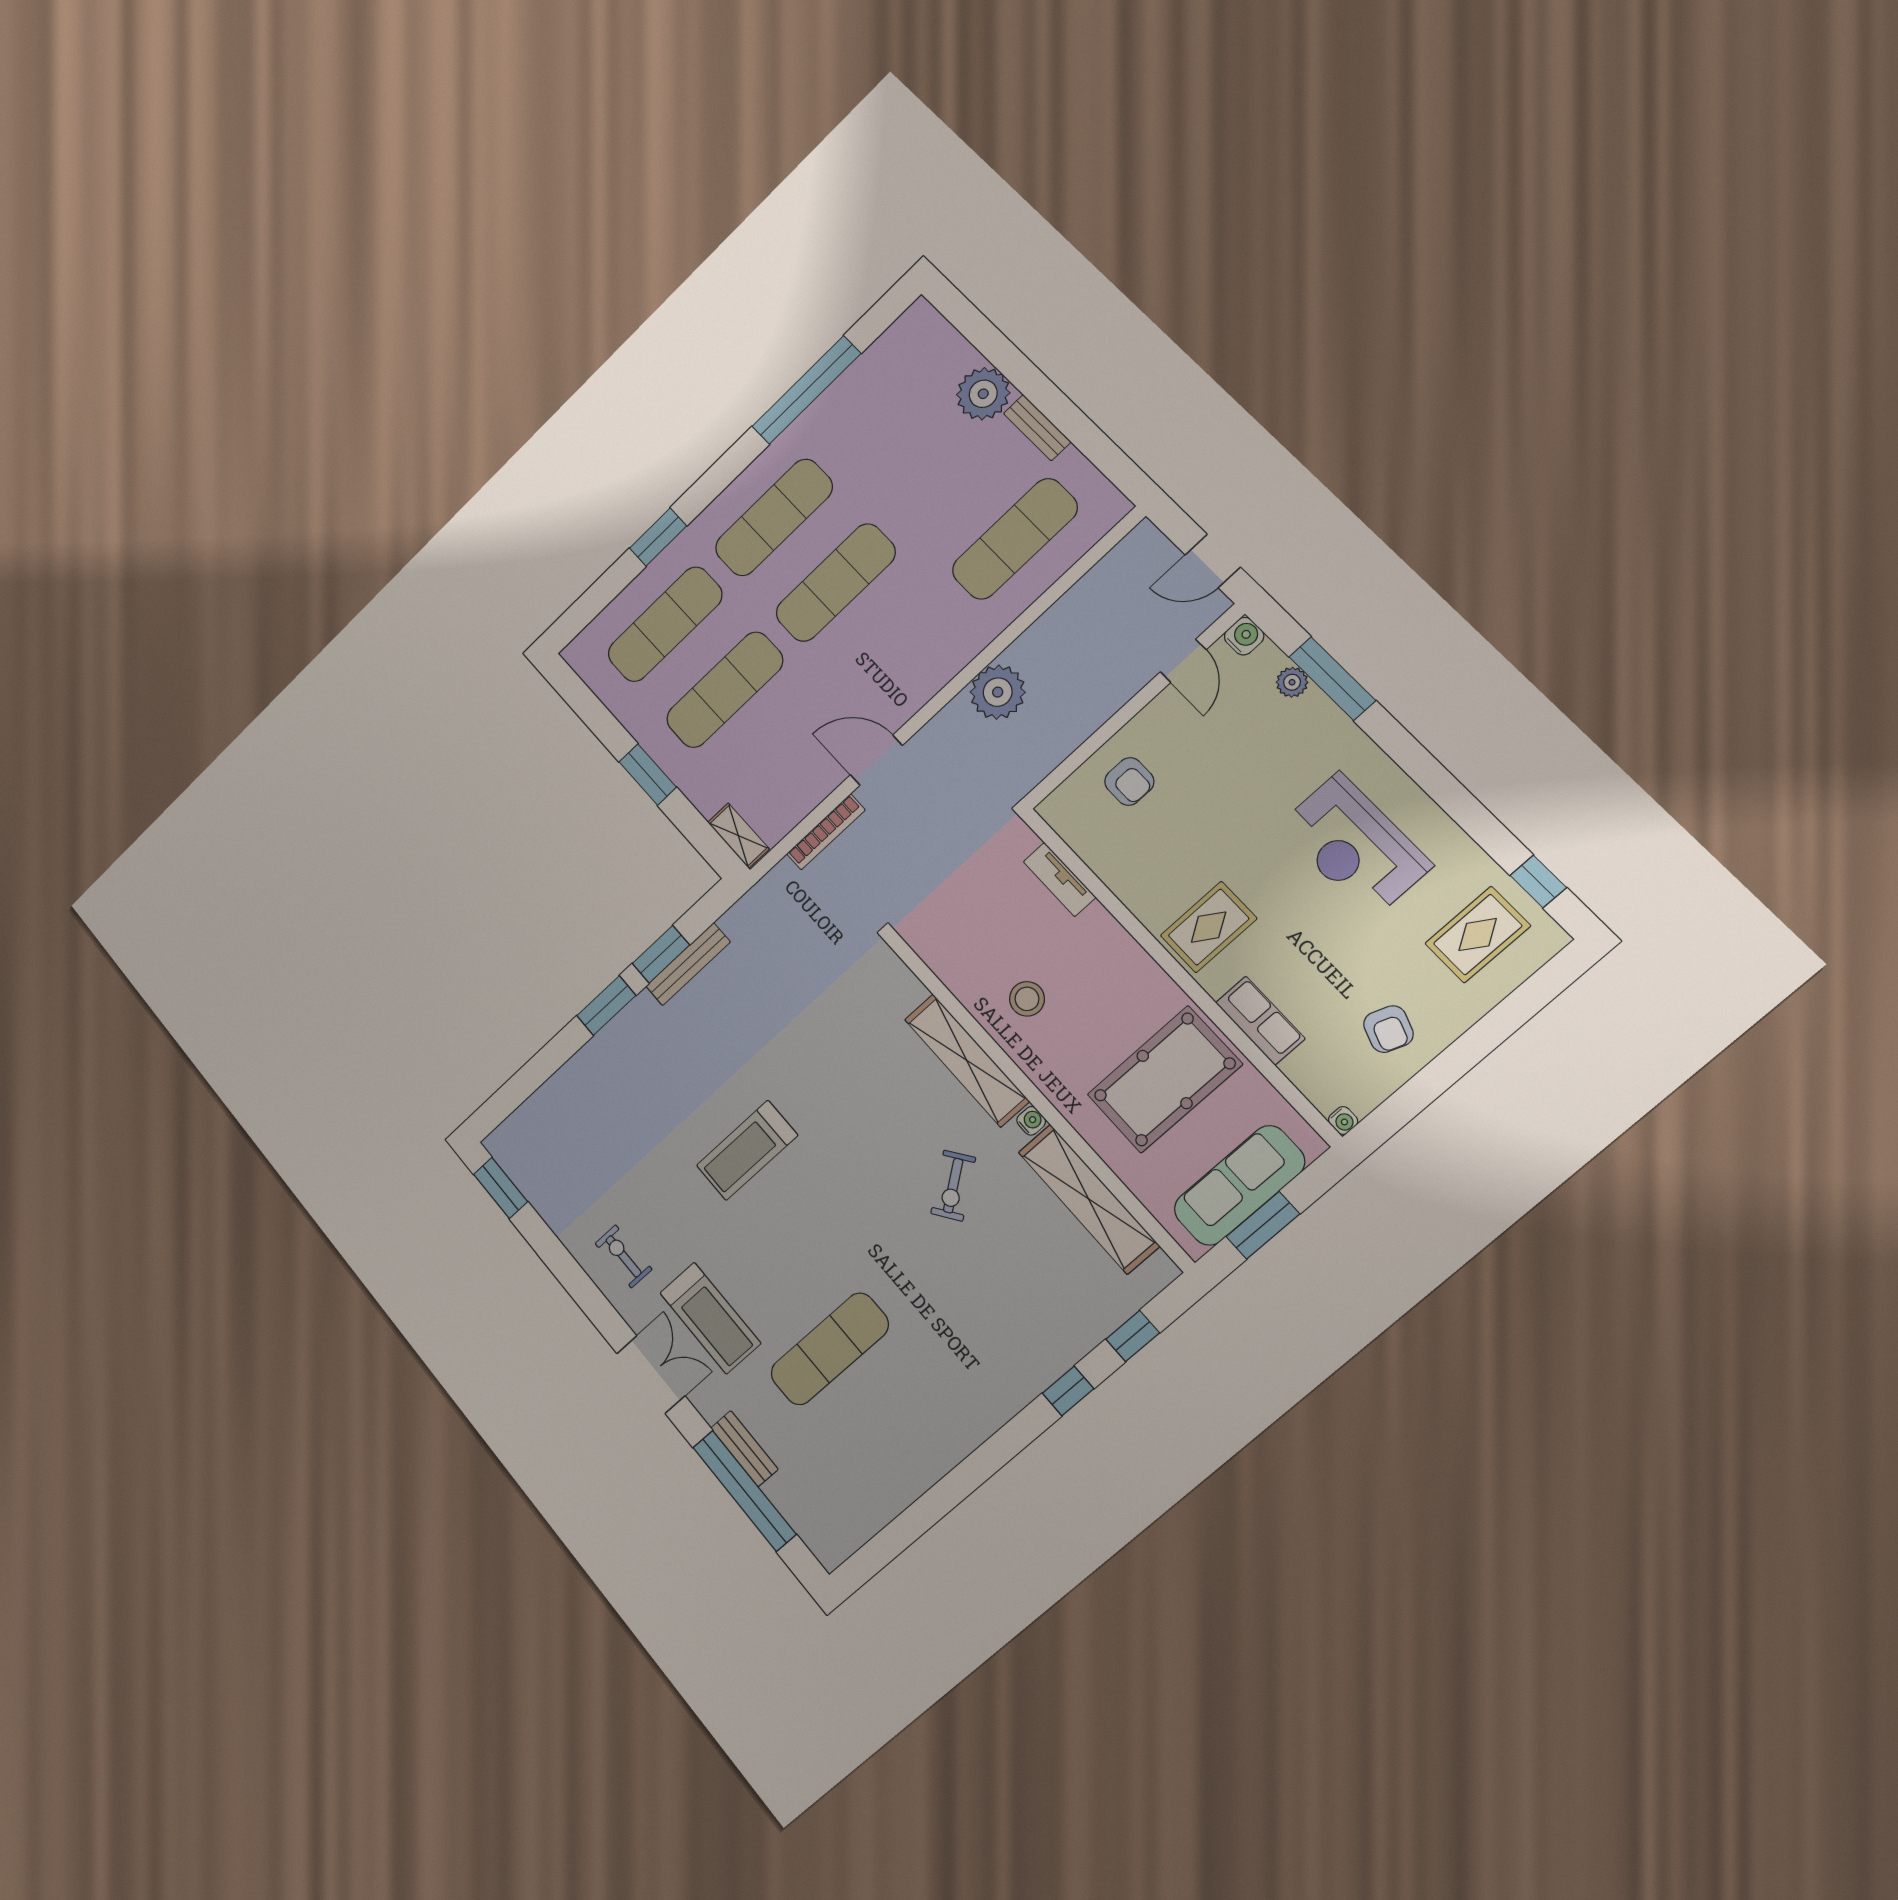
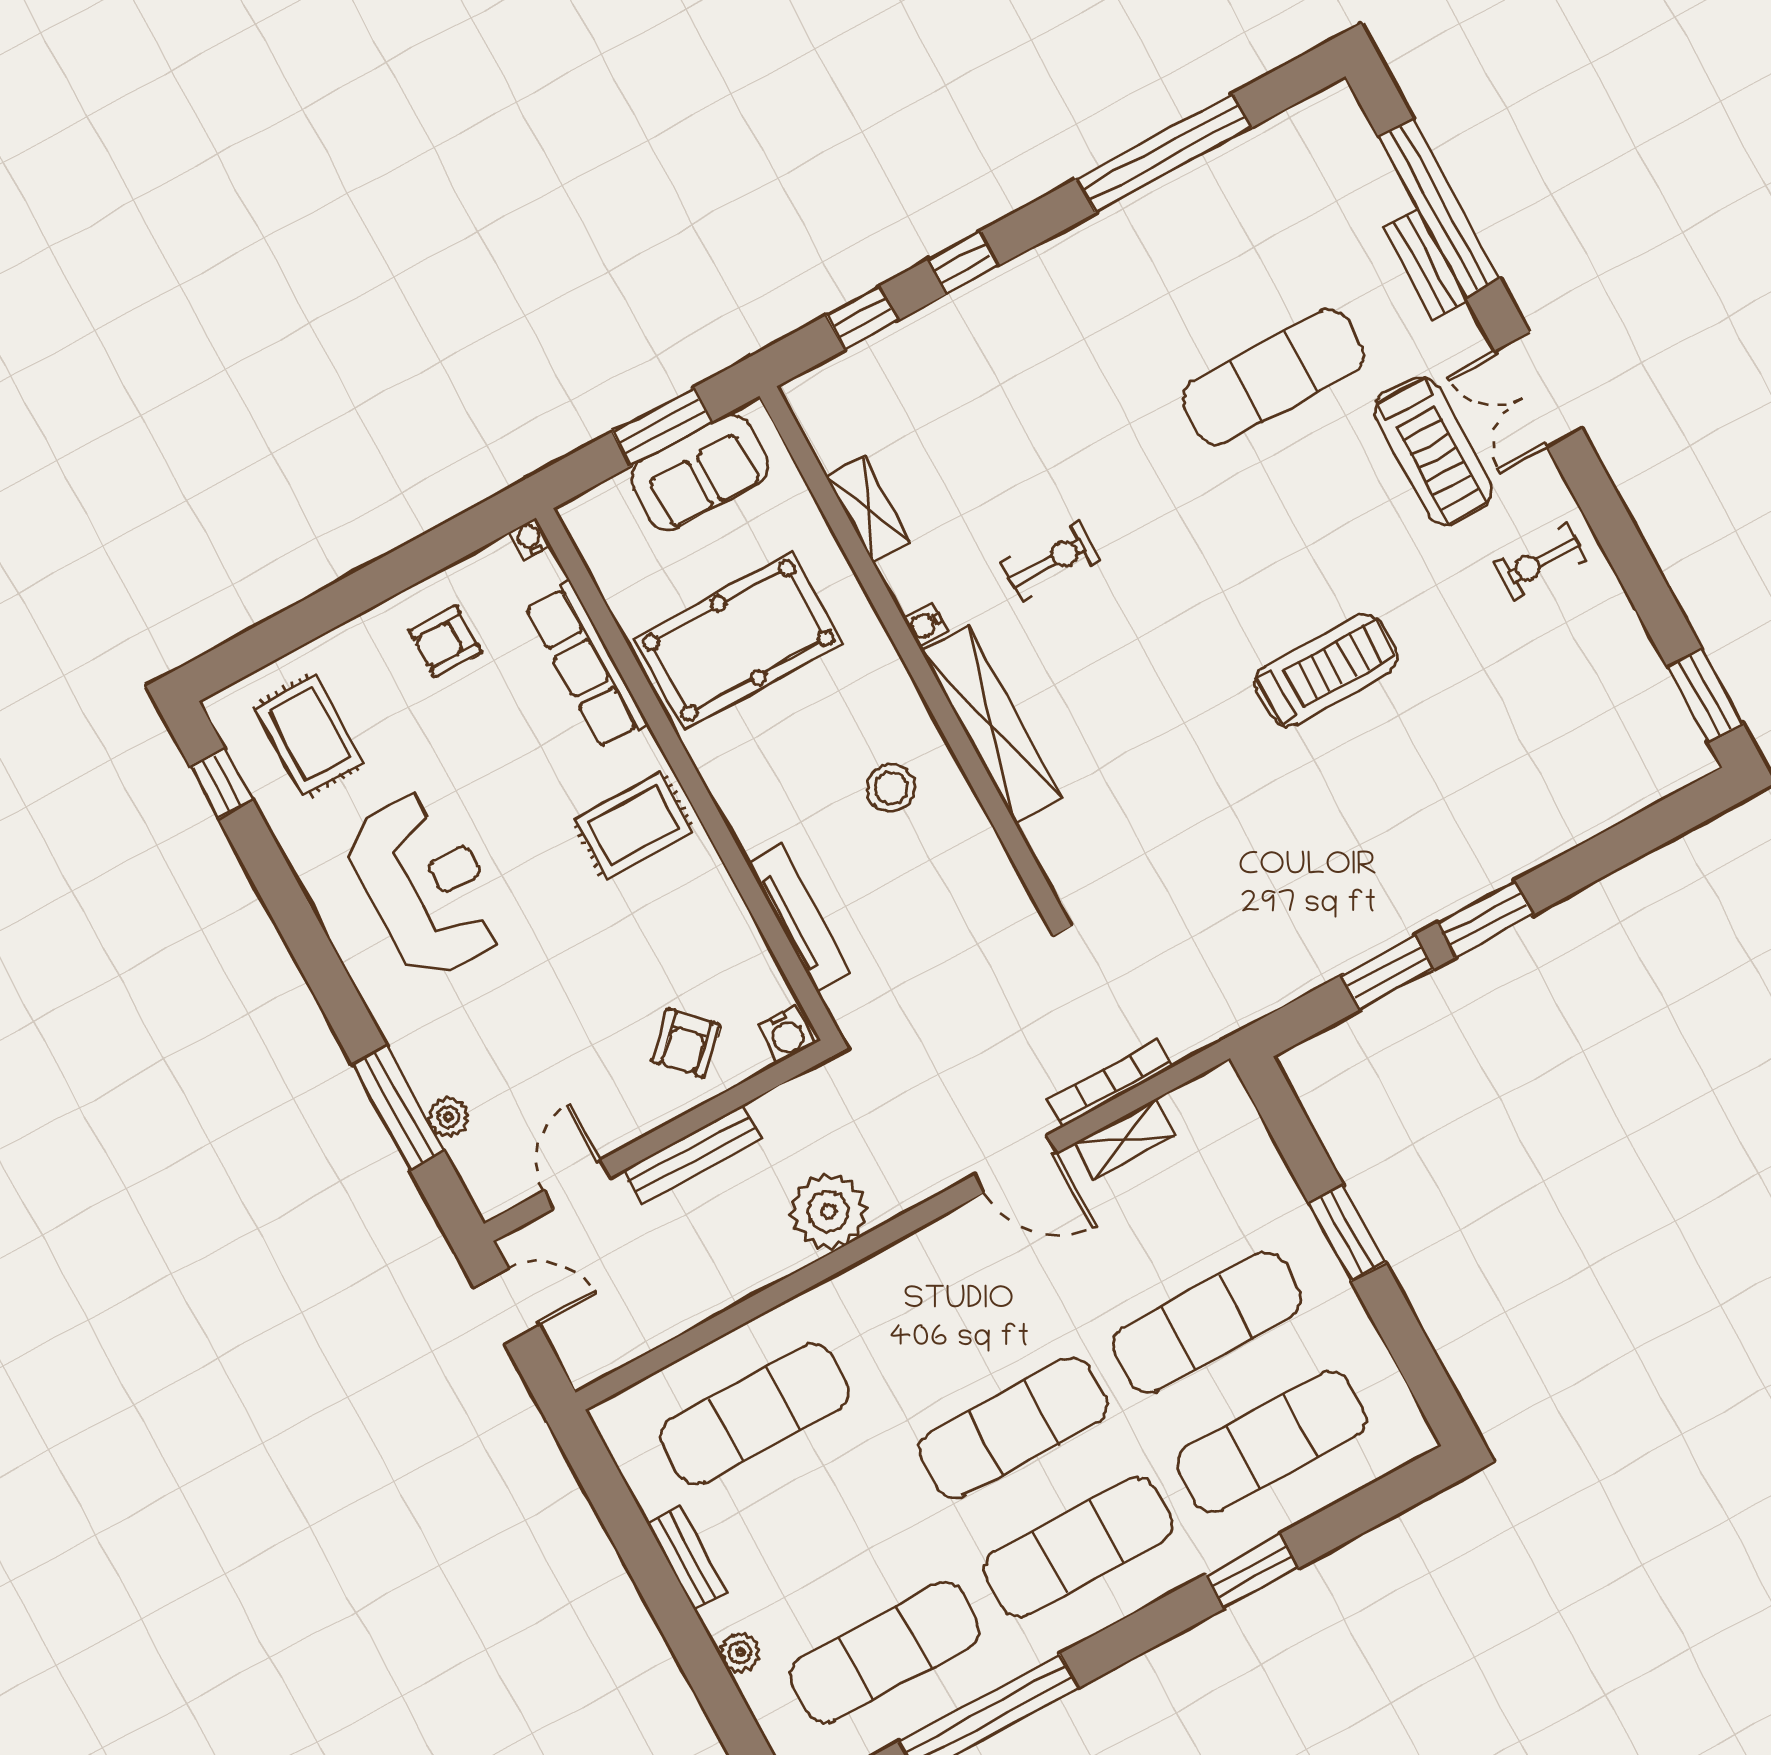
plant: (983, 394) -> (740, 1652), width x0.53, depth x0.53
exercise mat: (885, 408) -> (885, 1653), added
water cooler: (1244, 636) -> (786, 1034), moved, turned -90
armchair: (1129, 782) -> (686, 1043), turned -134
shelving: (738, 836) -> (1125, 1139), moved, turned 90
tv unit: (1060, 879) -> (799, 918), width x1.41
rug: (1478, 935) -> (309, 735), turned 90
bench: (688, 964) -> (692, 1154), moved
row of seats: (1260, 1021) -> (586, 665), width x1.48
armchair: (1388, 1029) -> (445, 641), turned -110
exercise bike: (953, 1186) -> (1050, 561), turned 36
sofa: (1239, 1186) -> (700, 472), width x0.73
shelving: (1089, 1199) -> (869, 510), width x0.45, depth x0.75
exercise bike: (624, 1256) -> (1541, 561), turned 90
treadmill: (710, 1318) -> (1433, 451), turned 180
window: (943, 1497) -> (1164, 153), added

